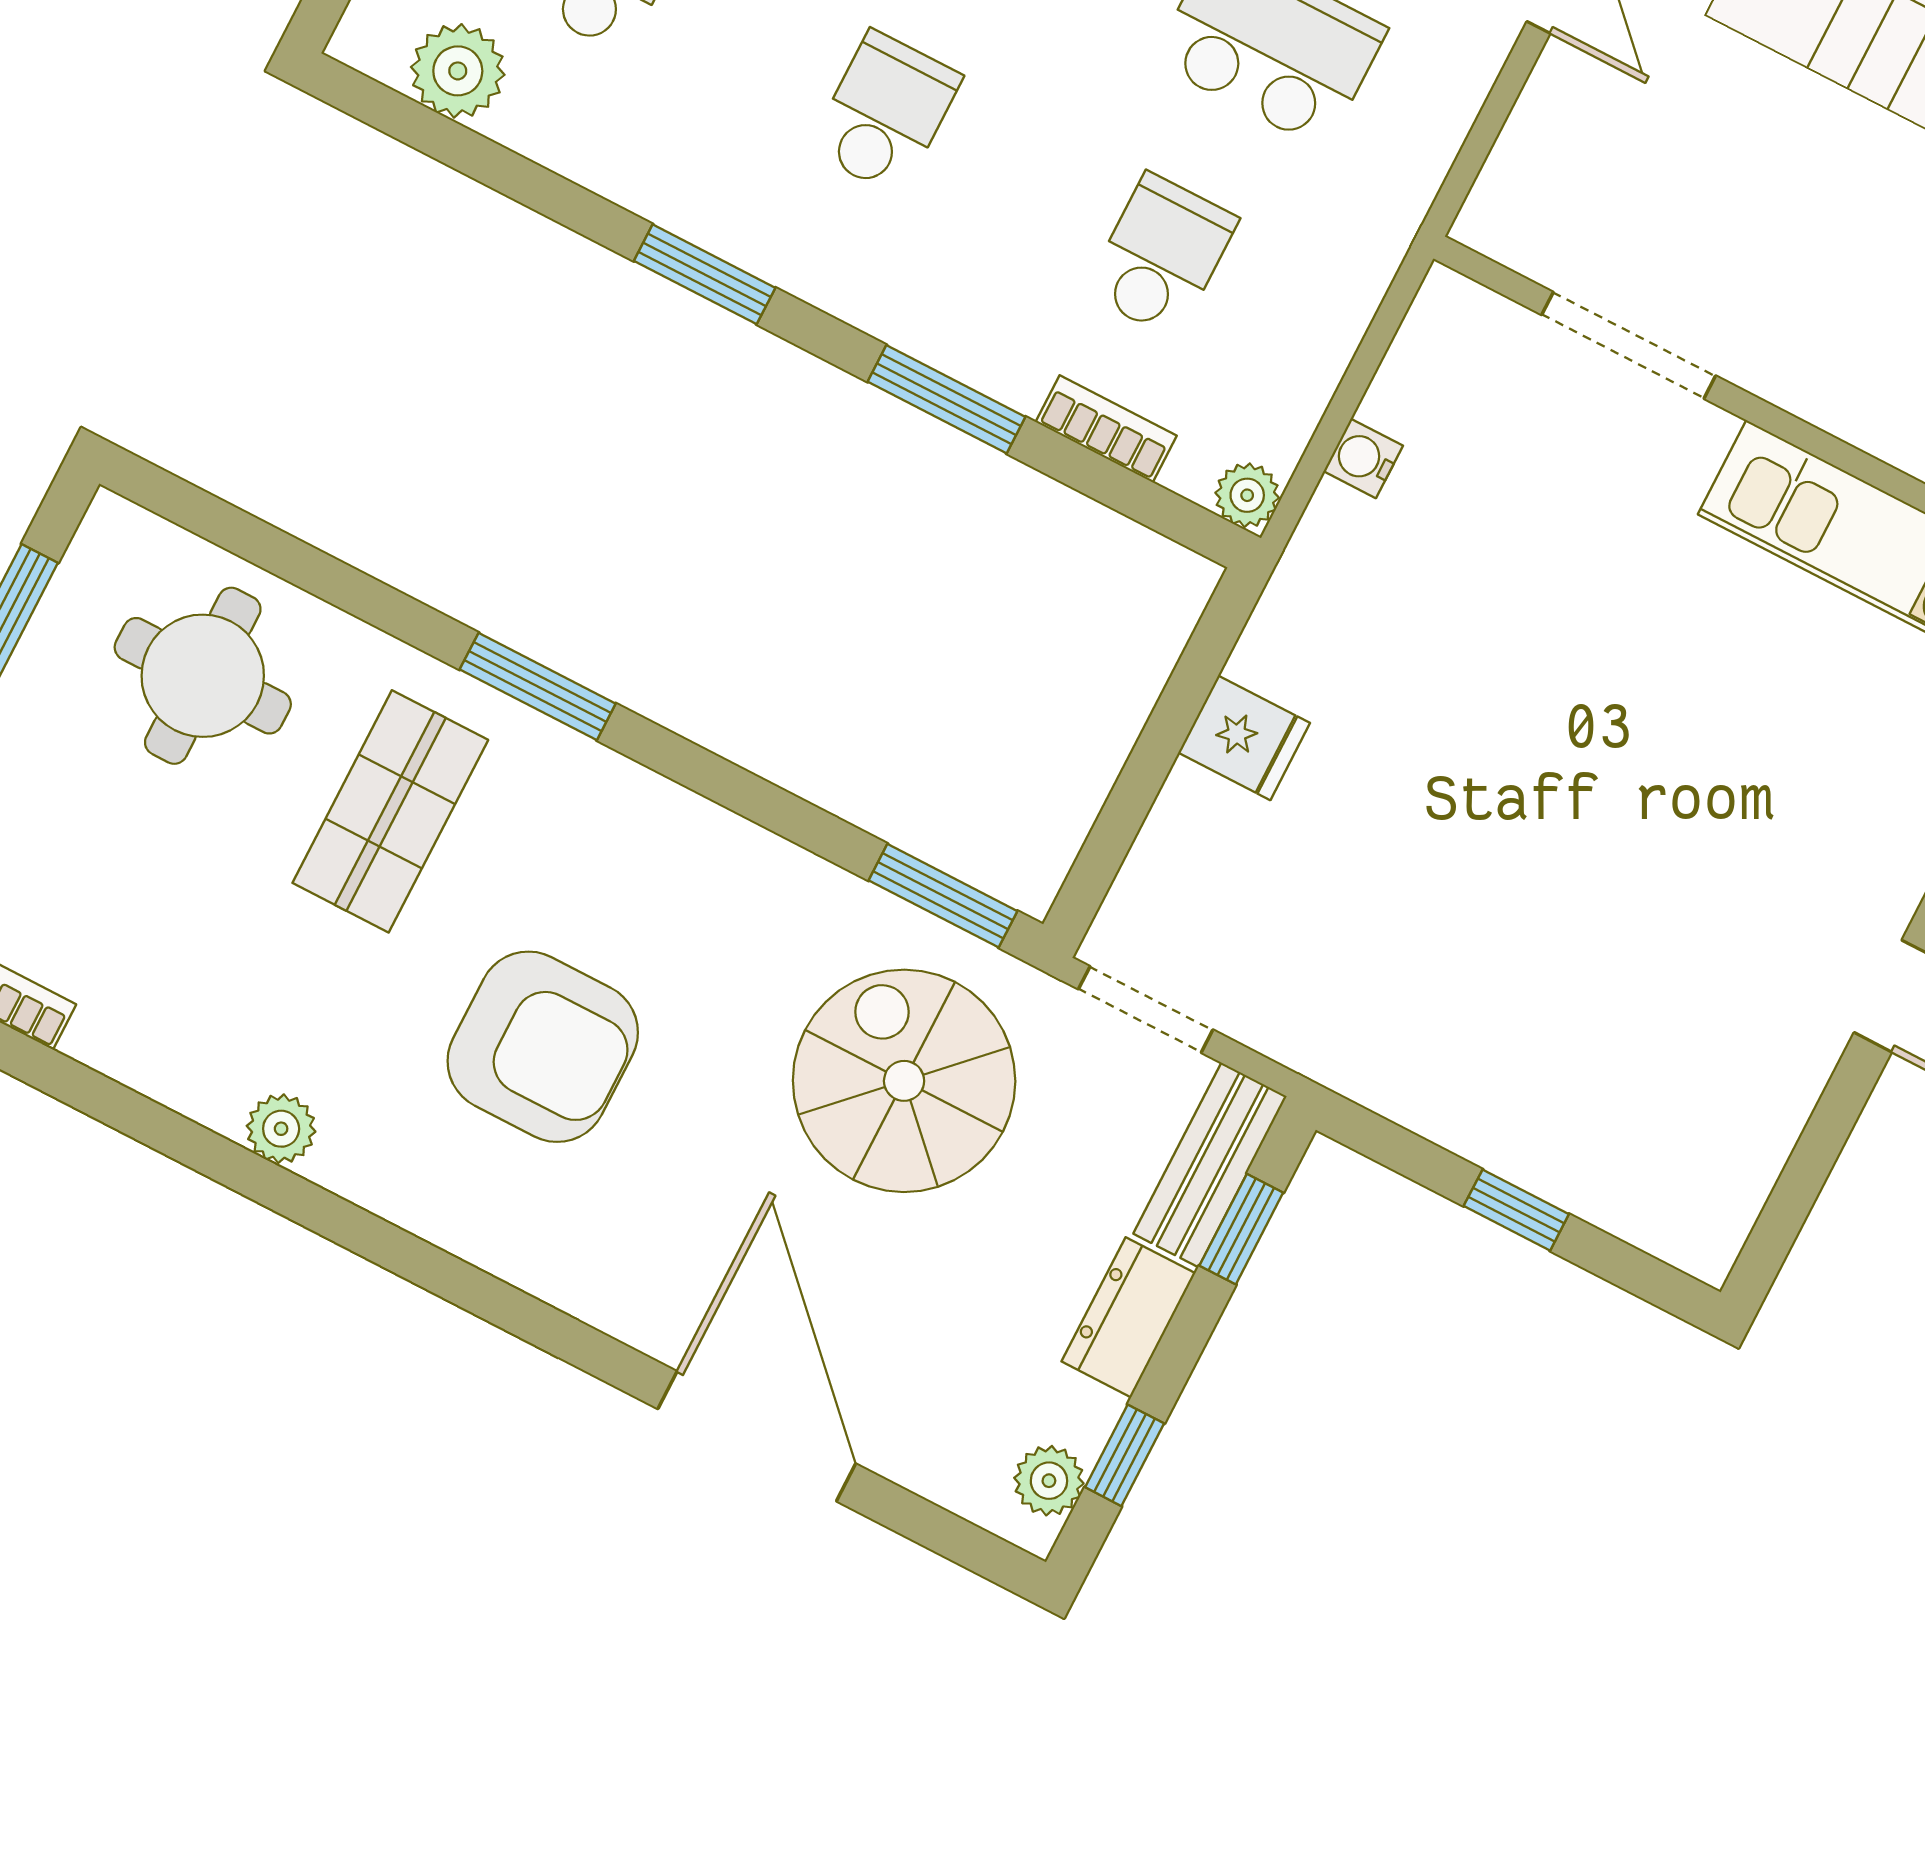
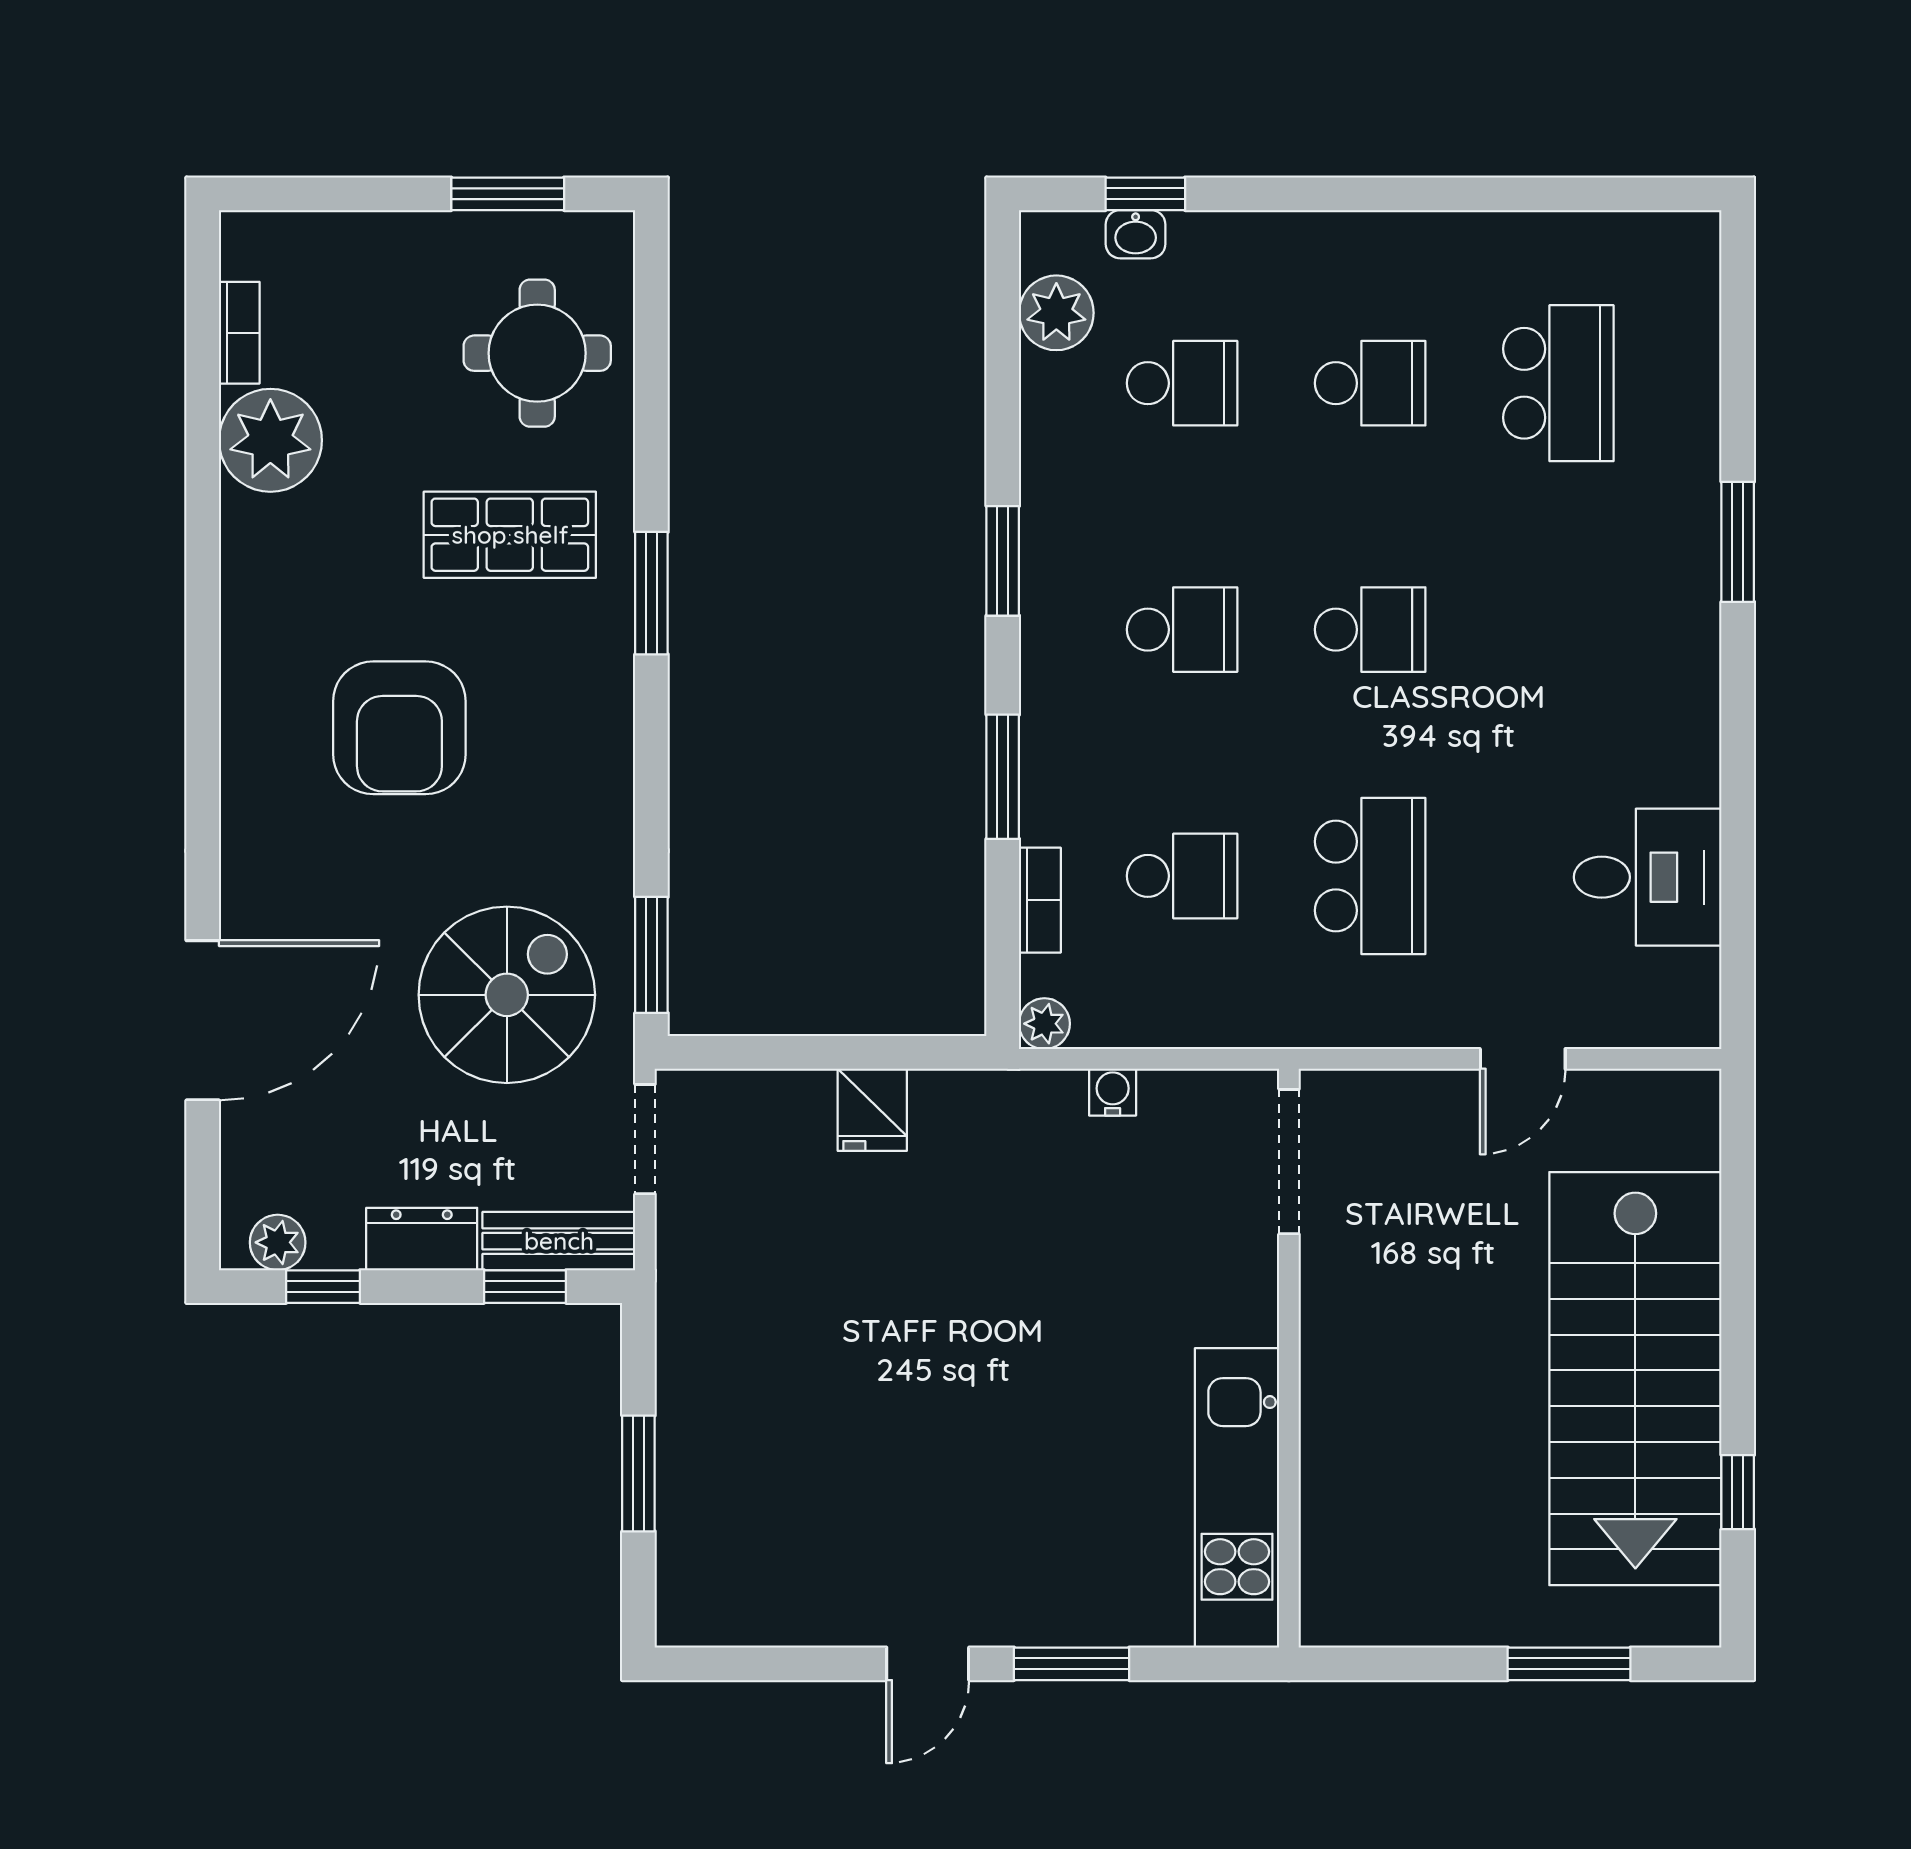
doorway: (1629, 345) -> (1289, 1162), moved
plant: (281, 1129) -> (270, 440), moved, width x1.88, depth x1.88
window: (1516, 1210) -> (638, 1473), width x1.50

